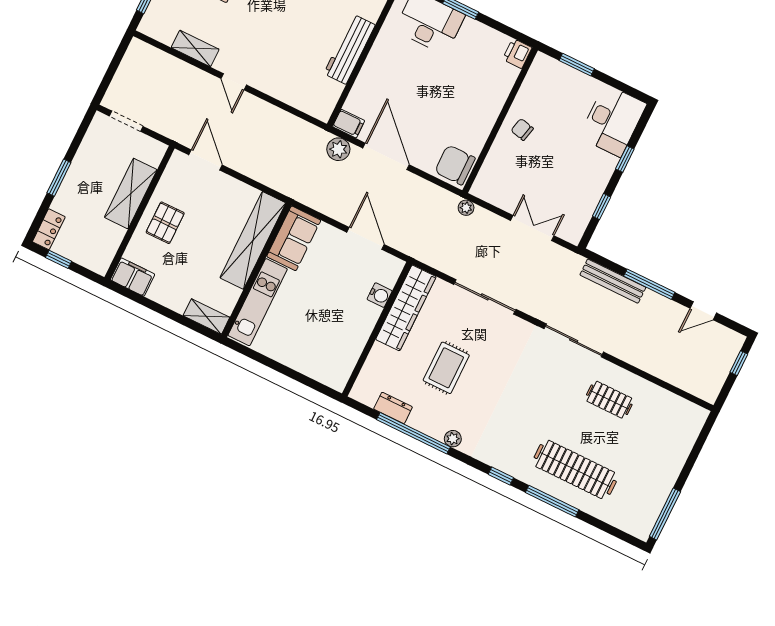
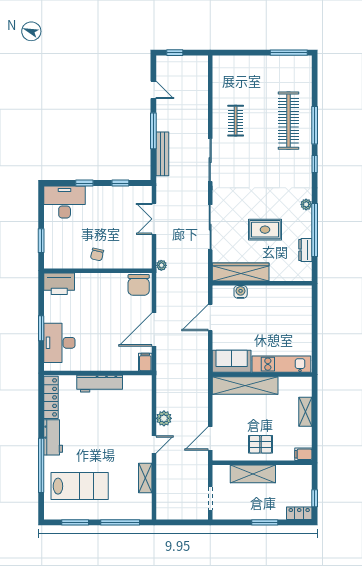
printer: (517, 53) -> (59, 284), width x1.87, depth x1.48
plant: (338, 149) -> (164, 418), moved
filing cabinet: (133, 277) -> (303, 454), width x0.50
shelving: (206, 316) -> (305, 412), moved

